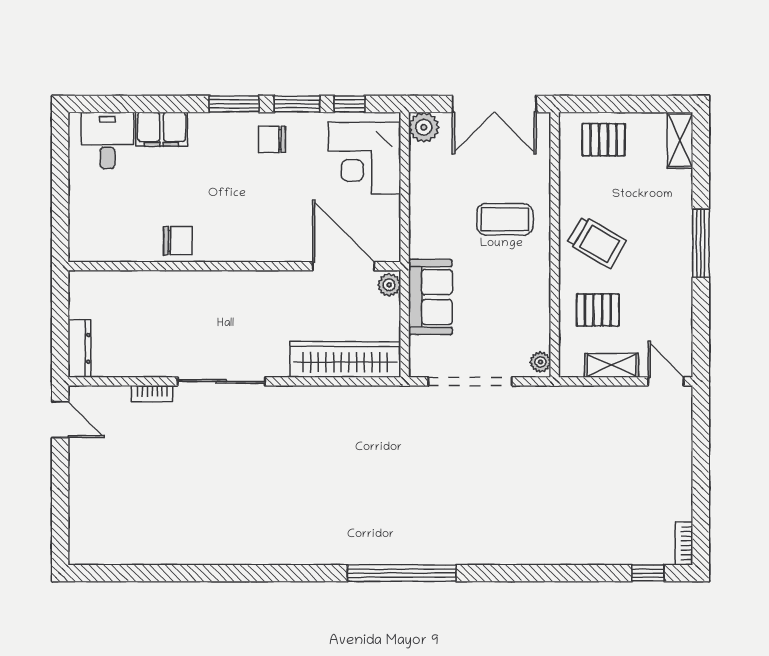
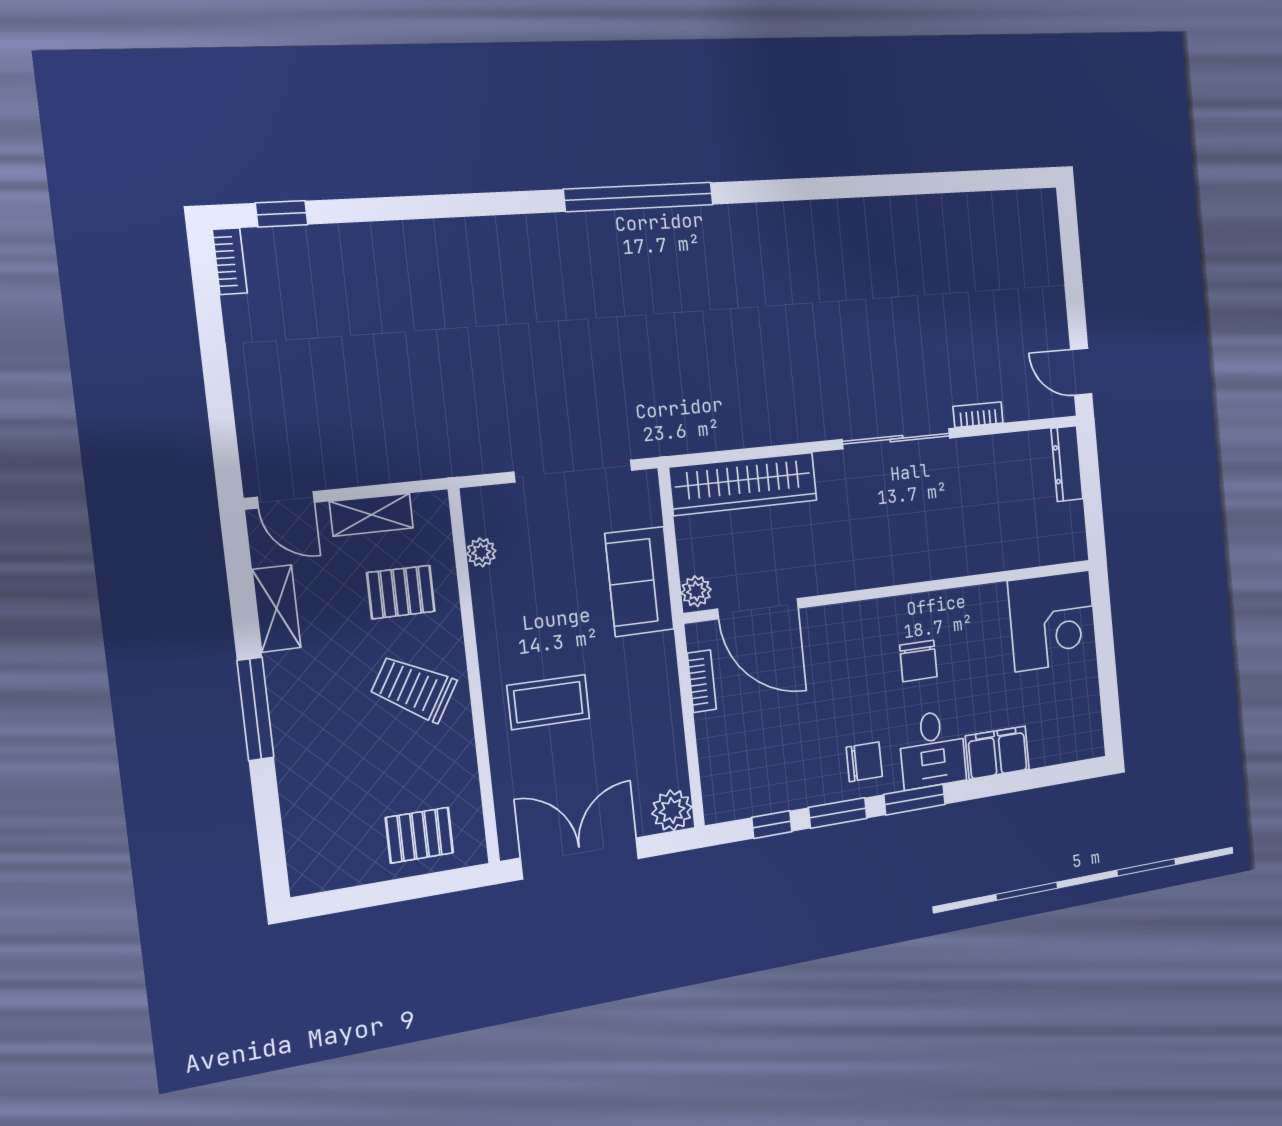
desk: (107, 140) -> (932, 749), moved
shelving: (680, 140) -> (276, 609), moved
corner desk: (365, 158) -> (1052, 621), moved, turned 90
bookcase: (392, 218) -> (702, 681), added
chair: (178, 241) -> (918, 661), moved, turned -90
plant: (540, 362) -> (481, 552), moved

